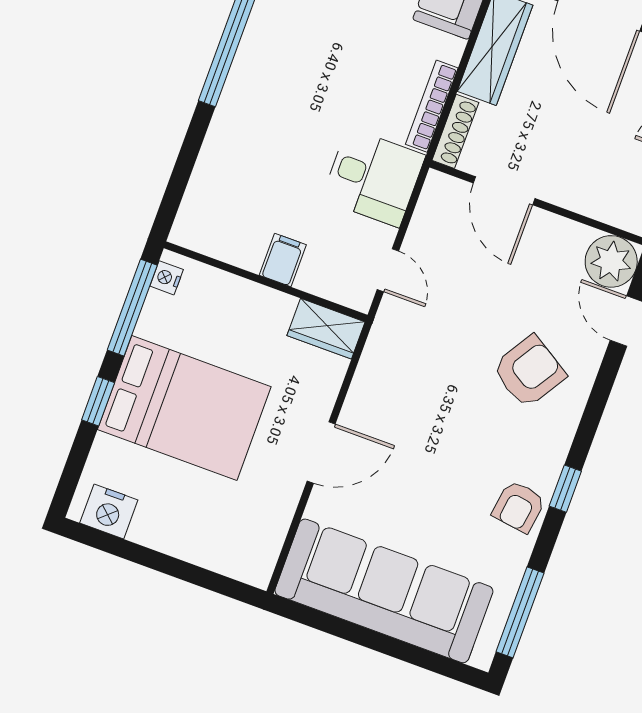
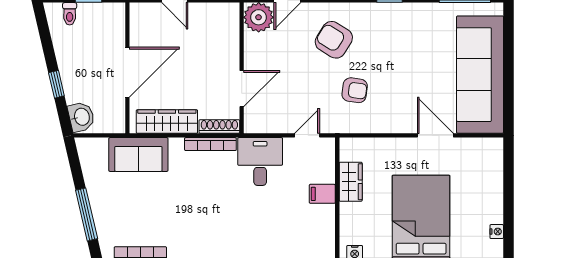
wardrobe: (326, 329) -> (351, 182), moved
door: (321, 452) -> (435, 135), moved
armchair: (519, 507) -> (355, 90), moved
nightstand: (109, 511) -> (497, 232), width x0.53, depth x0.56

